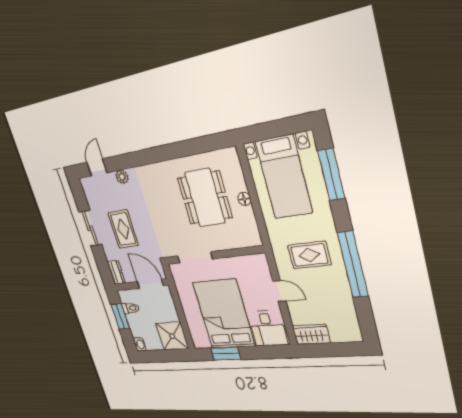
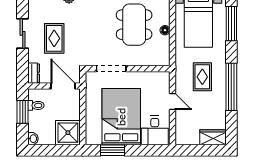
rug: (309, 255) -> (202, 77), turned 90
wardrobe: (311, 334) -> (213, 137), moved

